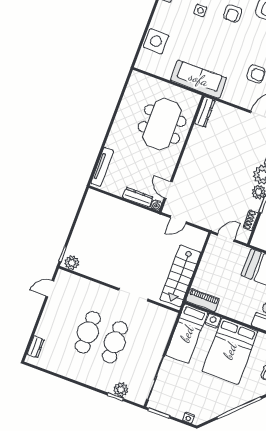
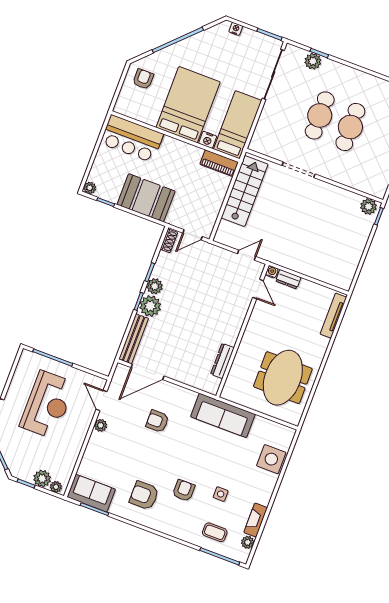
dresser: (205, 112) -> (222, 361), moved
meeting table: (162, 124) -> (283, 378), moved
dresser: (138, 197) -> (288, 279), width x0.70
shoe rack: (251, 220) -> (169, 241), moved

